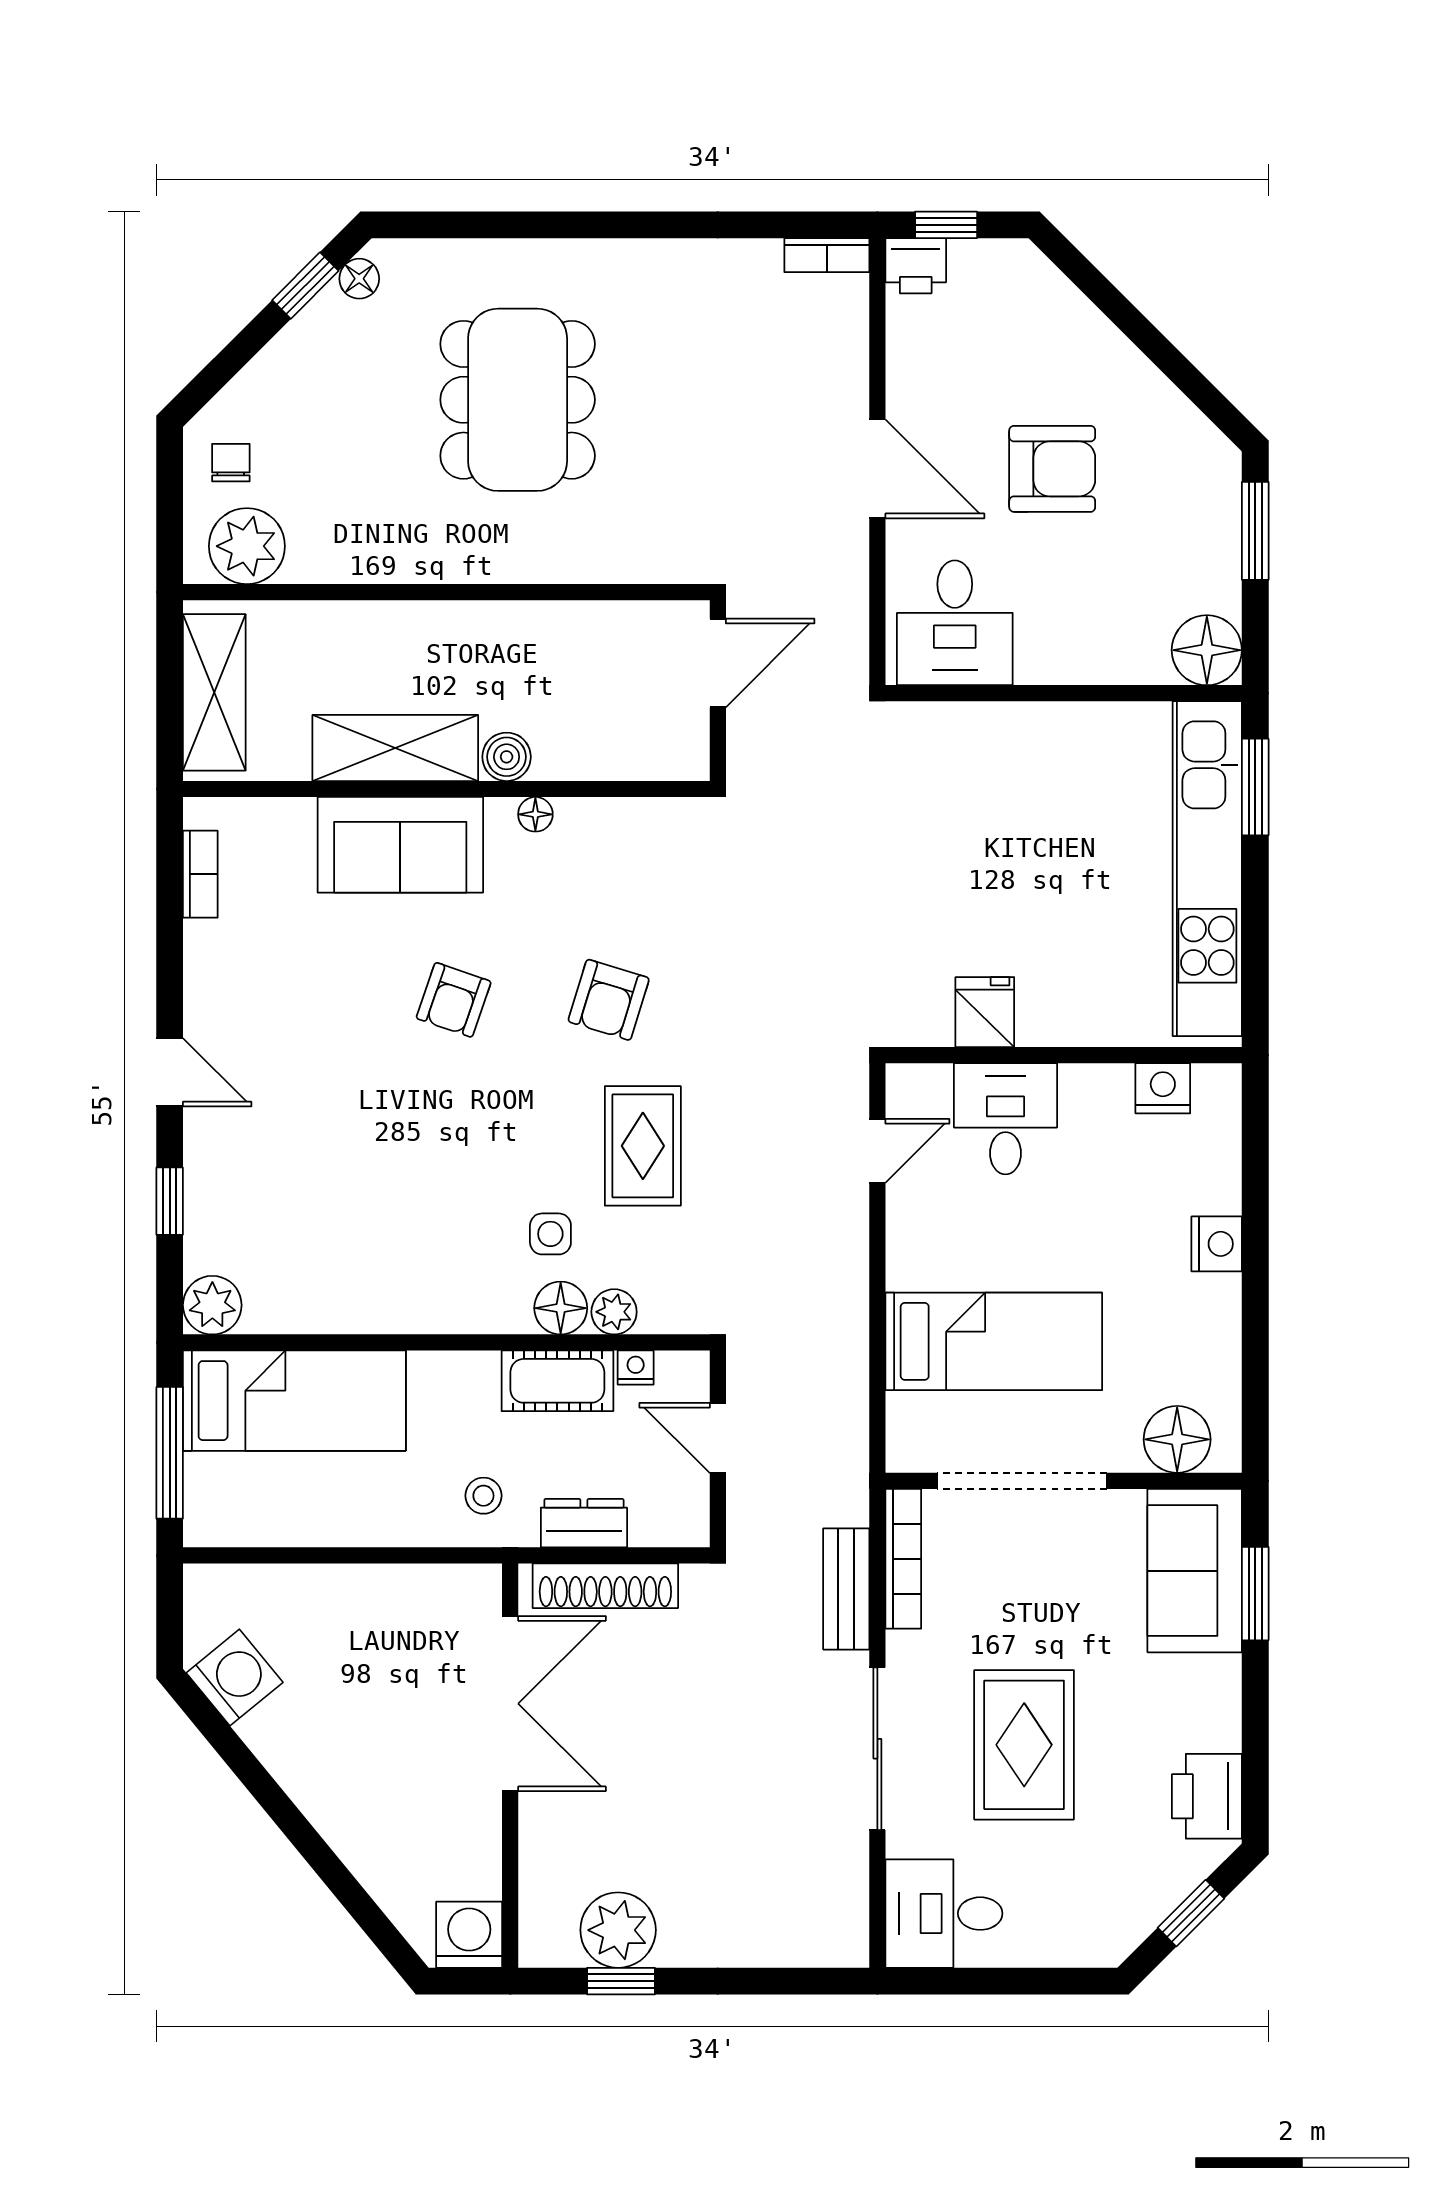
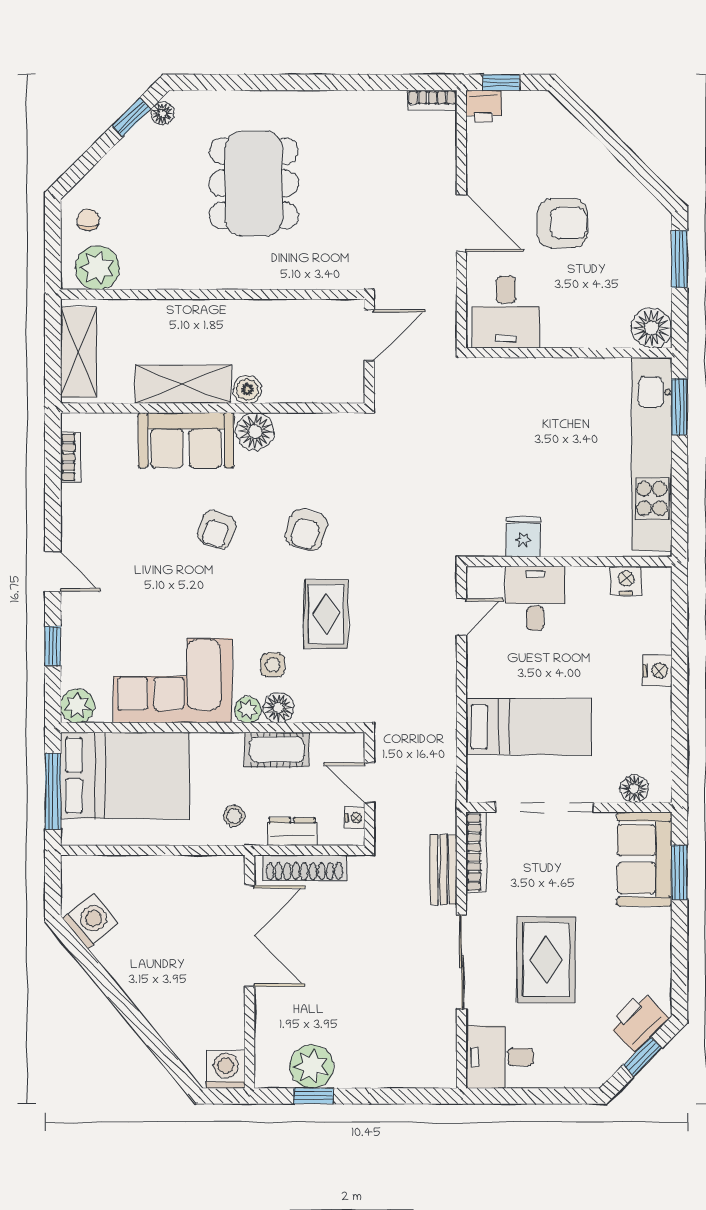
floor lamp: (535, 814) -> (255, 431), width x1.89, depth x1.89
corner sofa: (377, 1261) -> (173, 680), added
plant: (614, 1312) -> (248, 710), moved
nightstand: (636, 1368) -> (355, 818), moved, turned 90
bed: (294, 1401) -> (125, 775), width x1.50
floor lamp: (1177, 1439) -> (634, 789), width x0.73, depth x0.73
printer: (1207, 1796) -> (638, 1021), moved, turned 45

